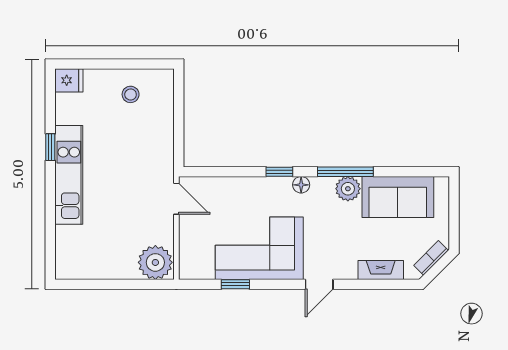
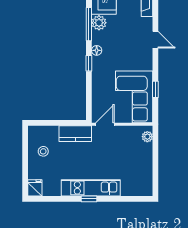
window: (50, 147) -> (89, 199), moved
kitchen counter: (160, 149) -> (75, 134), added
corner sofa: (259, 248) -> (134, 97), moved
plant: (155, 262) -> (147, 137), width x0.53, depth x0.53

